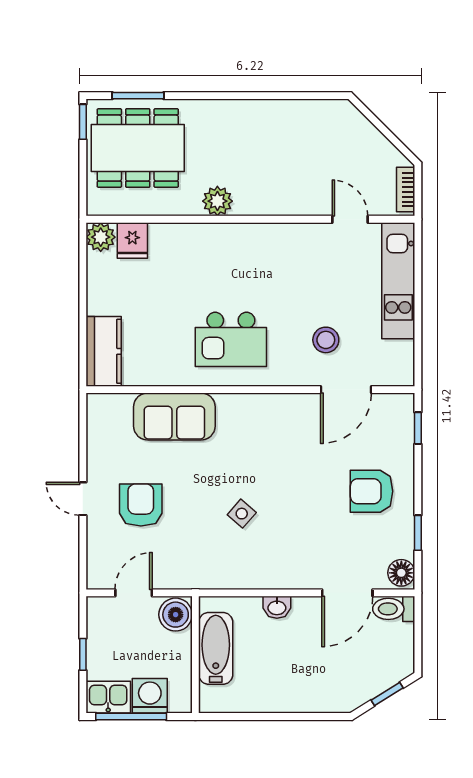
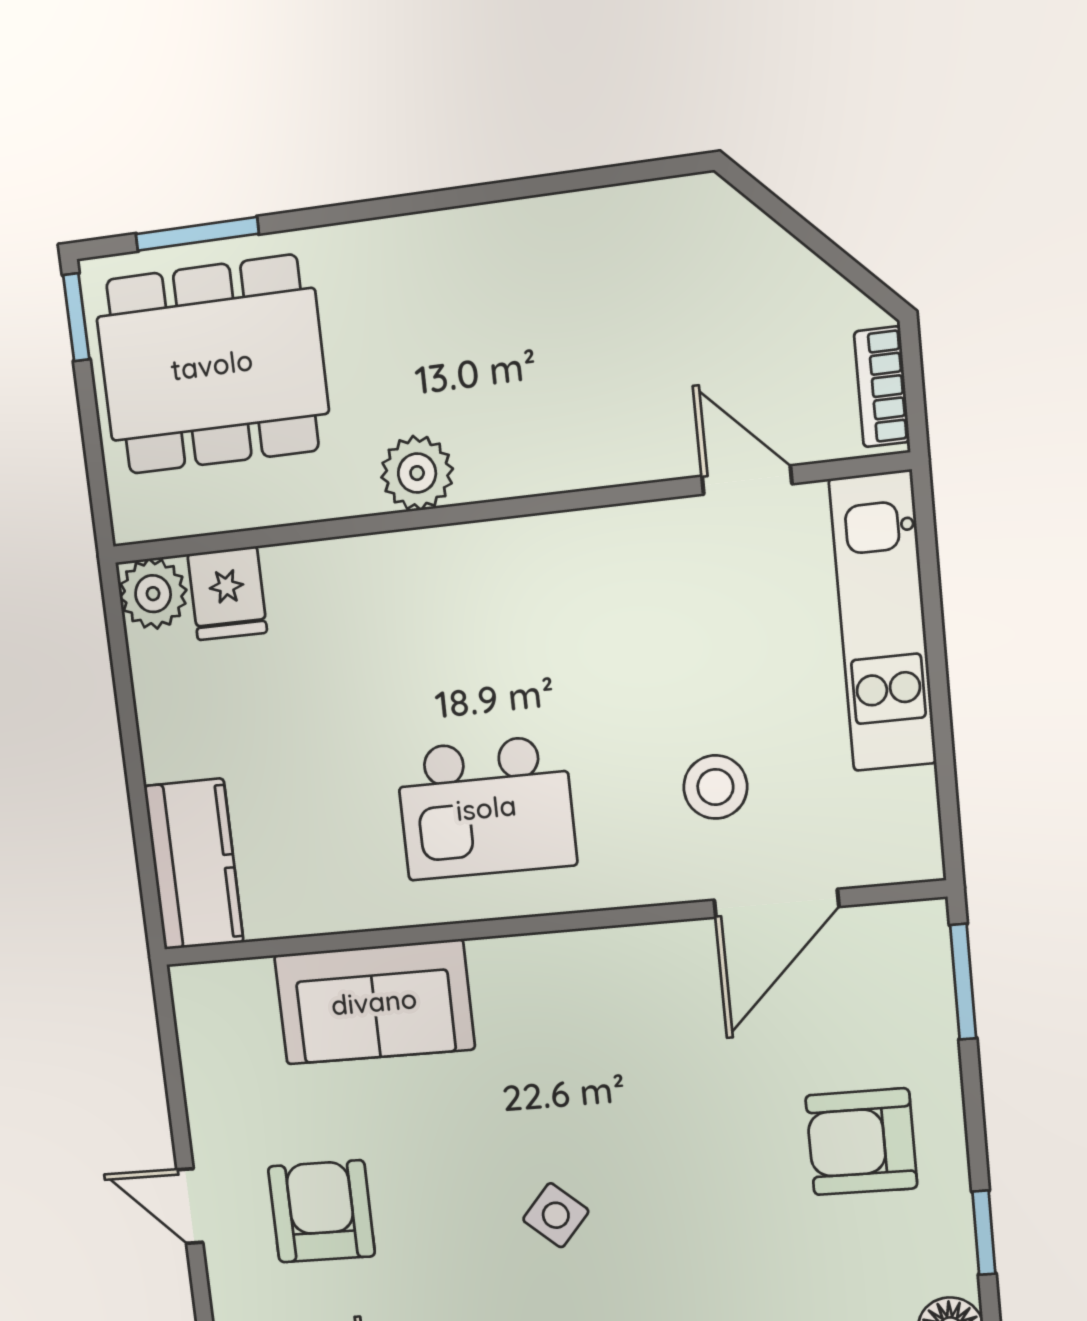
window: (418, 428) -> (963, 982), width x1.50

